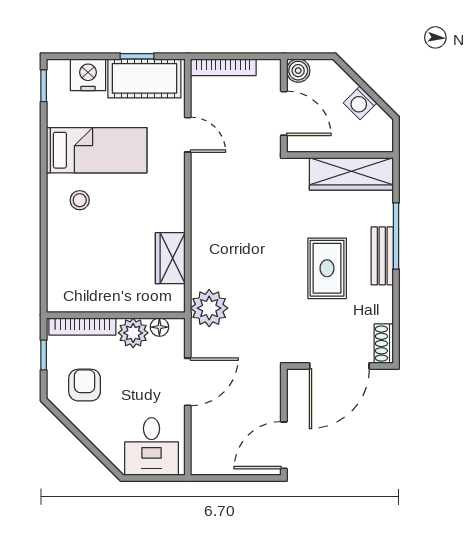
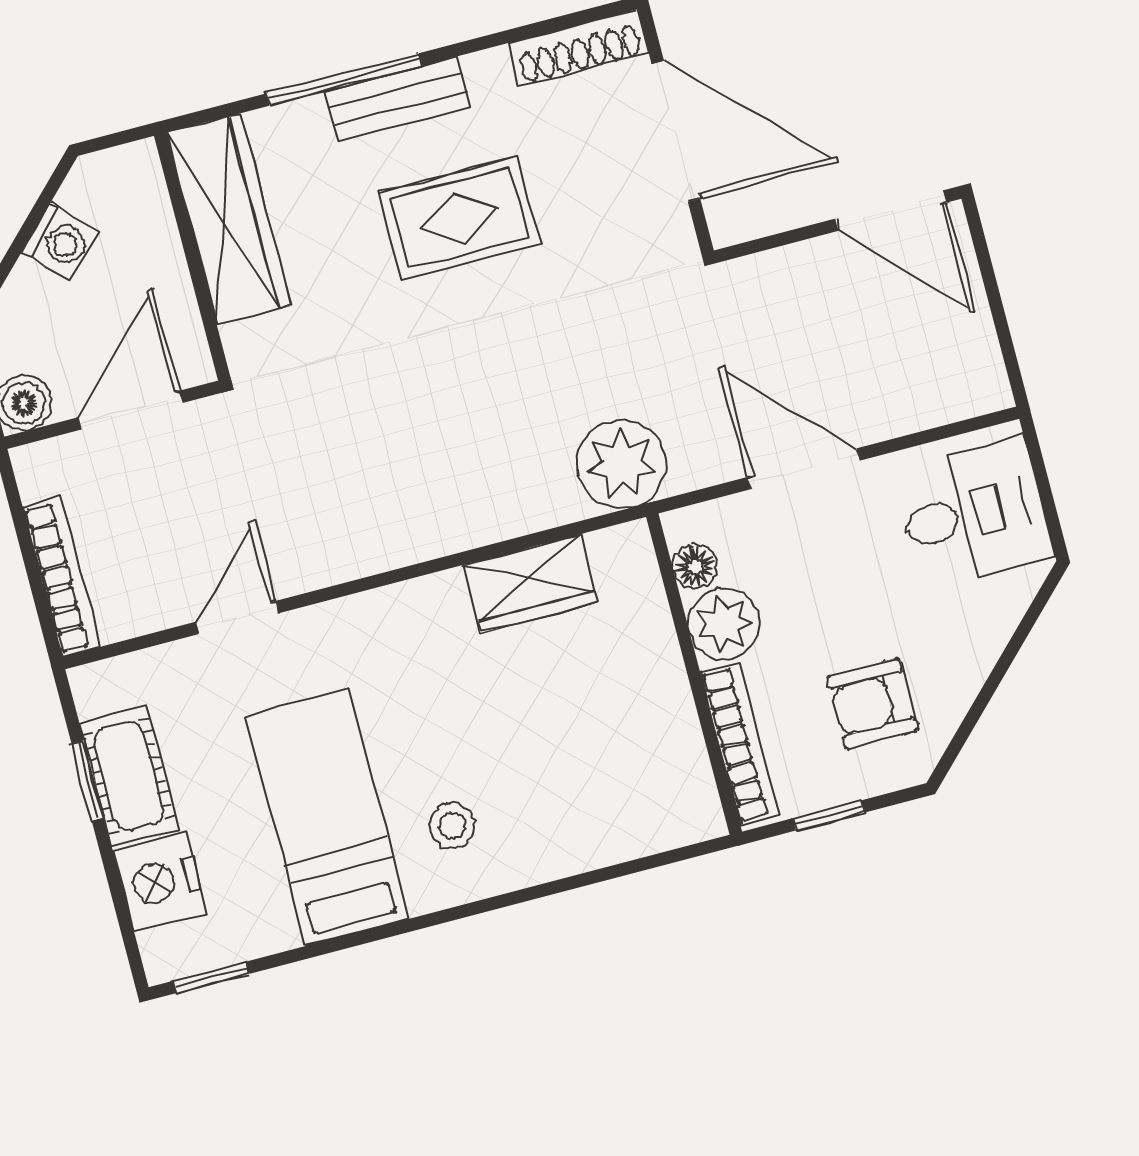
cot: (144, 78) -> (129, 776), width x0.73, depth x0.75
shoe rack: (384, 344) -> (578, 48), width x1.43

